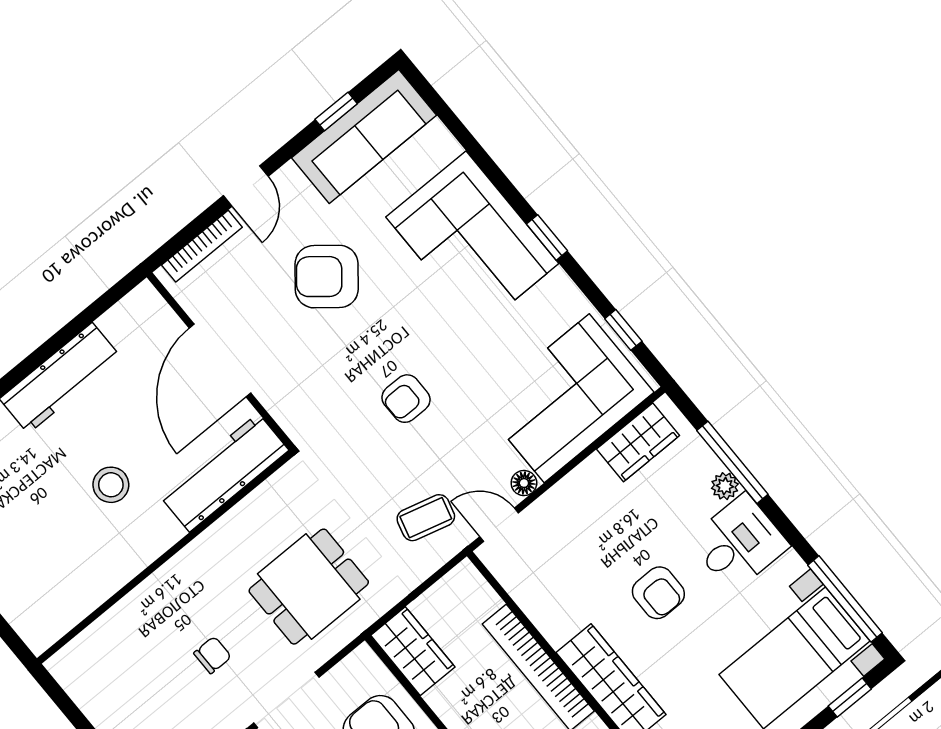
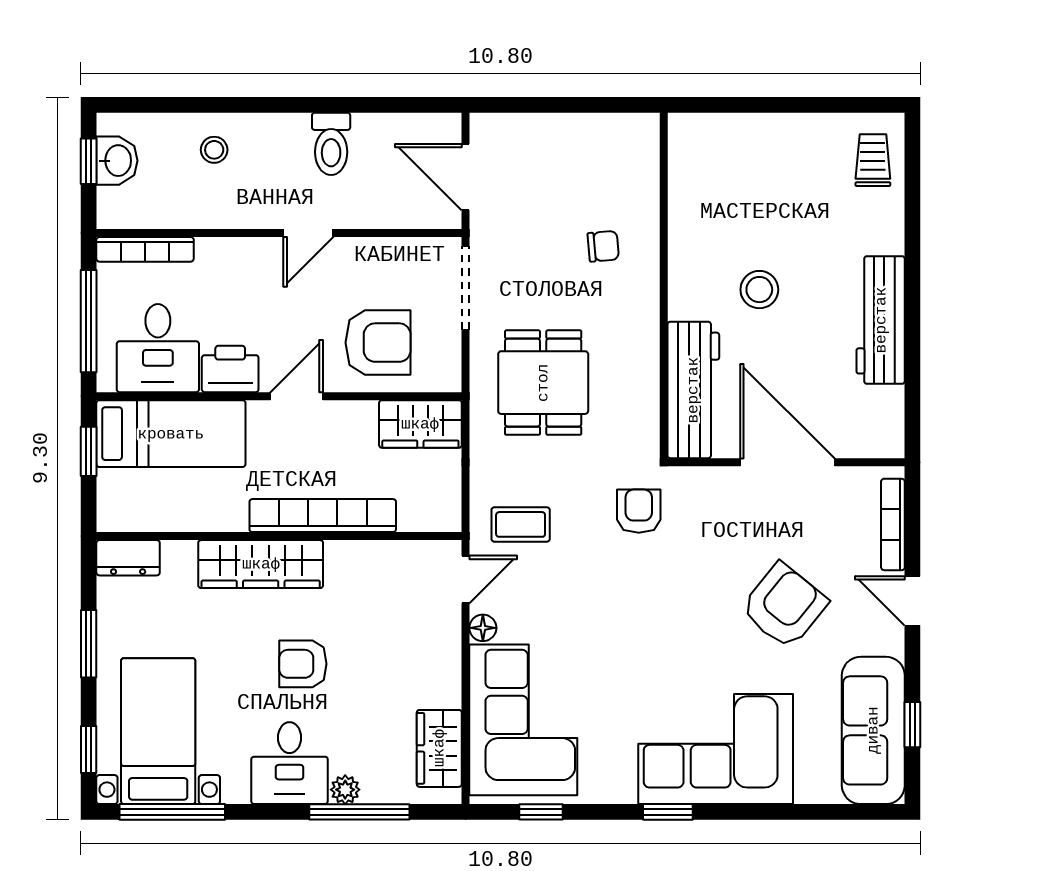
armchair: (406, 399) -> (639, 511), moved
coffee table: (426, 518) -> (521, 524), turned 75
chair: (212, 655) -> (603, 246), moved, turned -95

